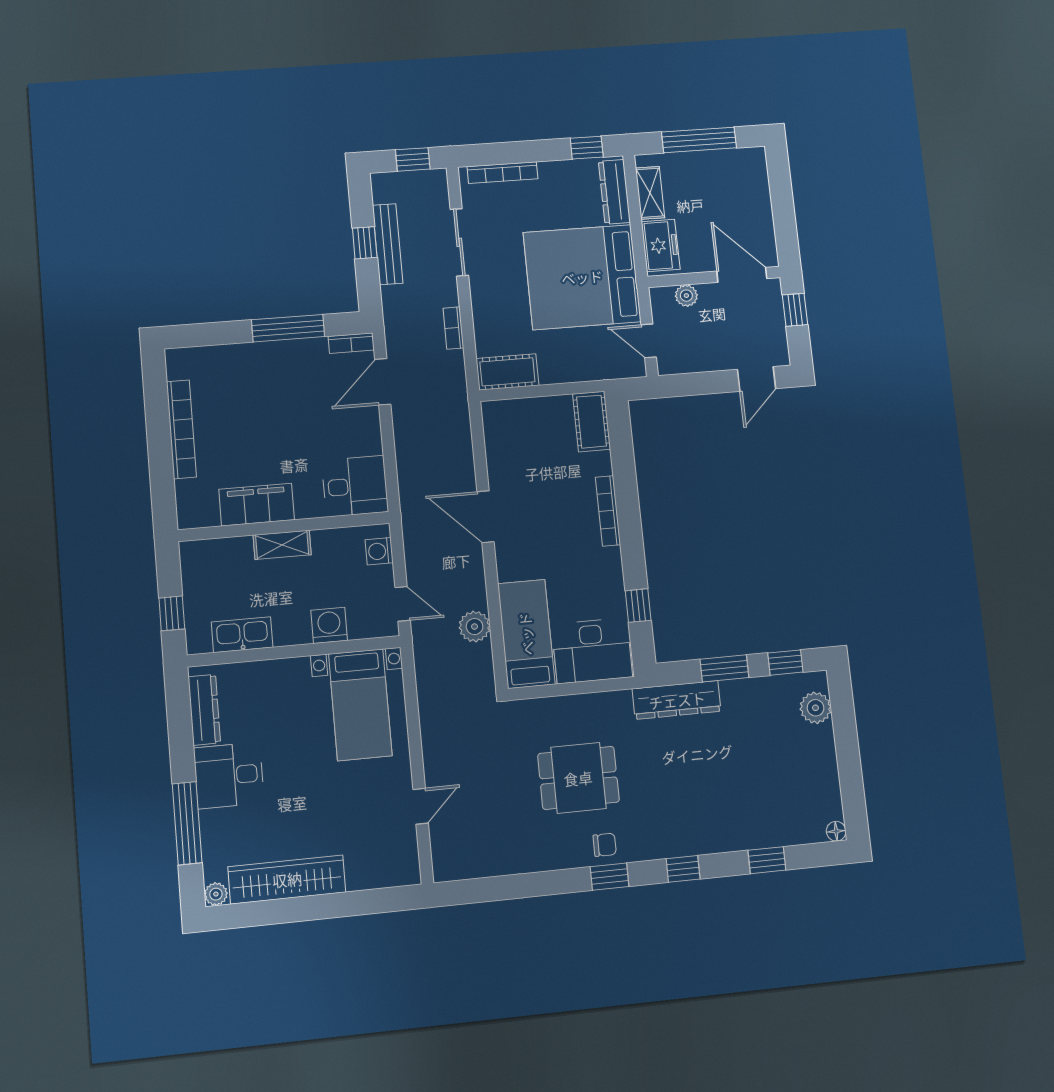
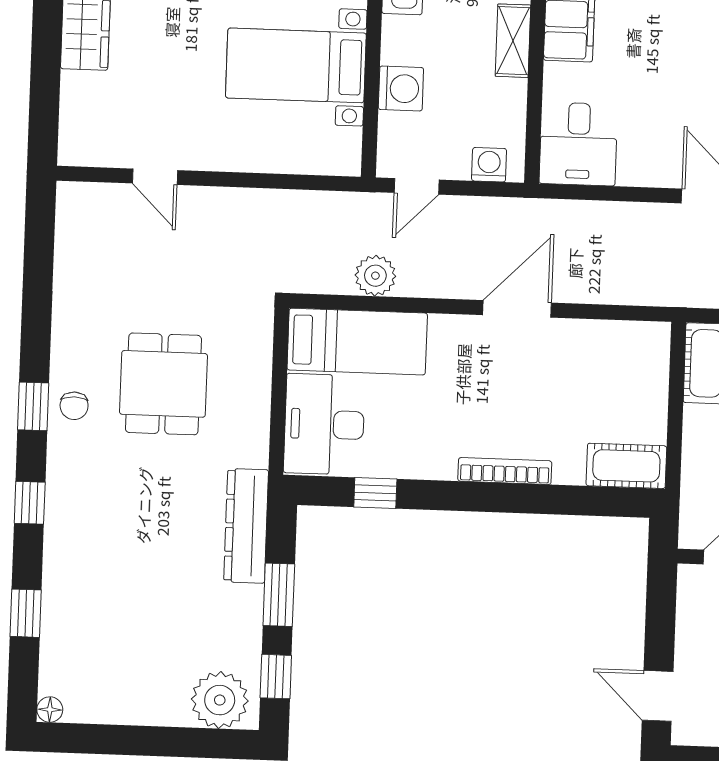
bed with nightstands: (360, 705) -> (296, 65), moved
plant: (816, 708) -> (220, 700), width x1.36, depth x1.36

